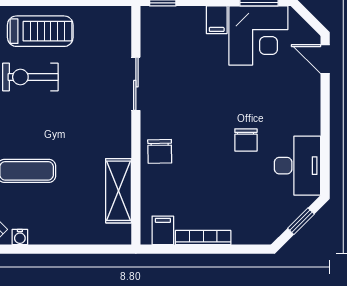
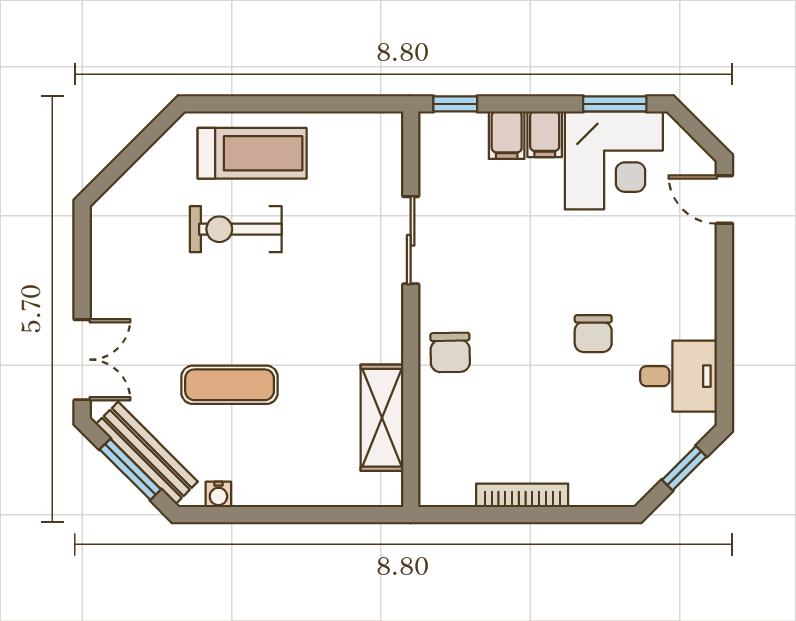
desk: (297, 166) -> (679, 376), width x0.73
filing cabinet: (163, 230) -> (507, 135), moved, turned 180

